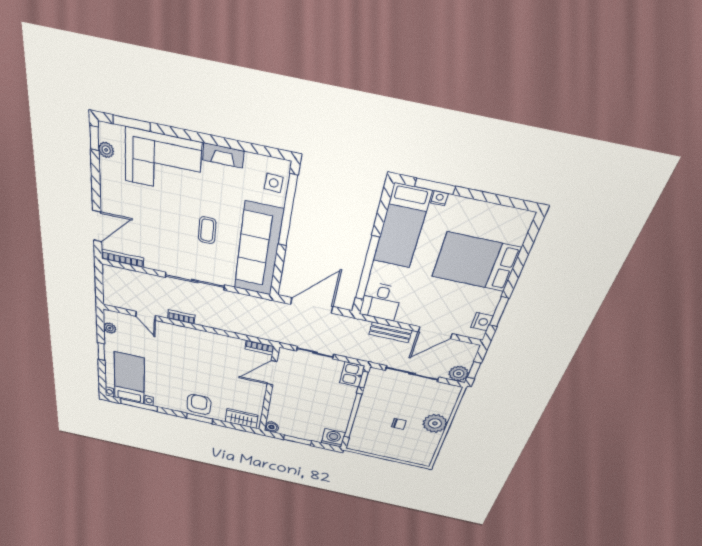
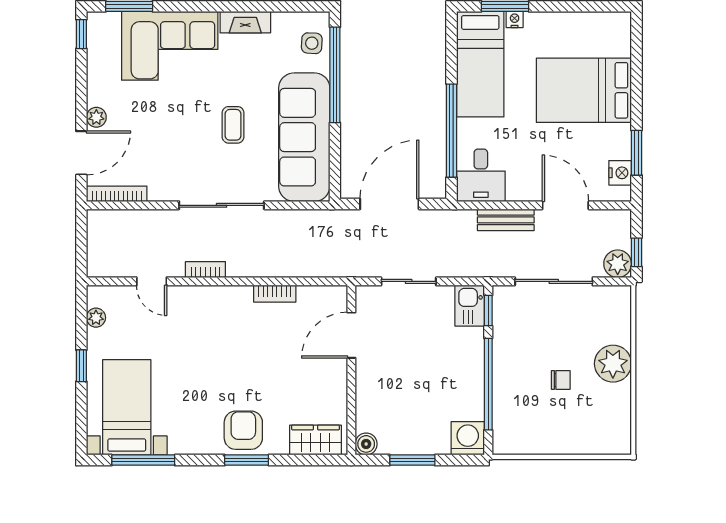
plant: (106, 150) -> (96, 117), moved
door: (435, 333) -> (565, 205), swing flipped
bookcase: (259, 348) -> (275, 294), moved

